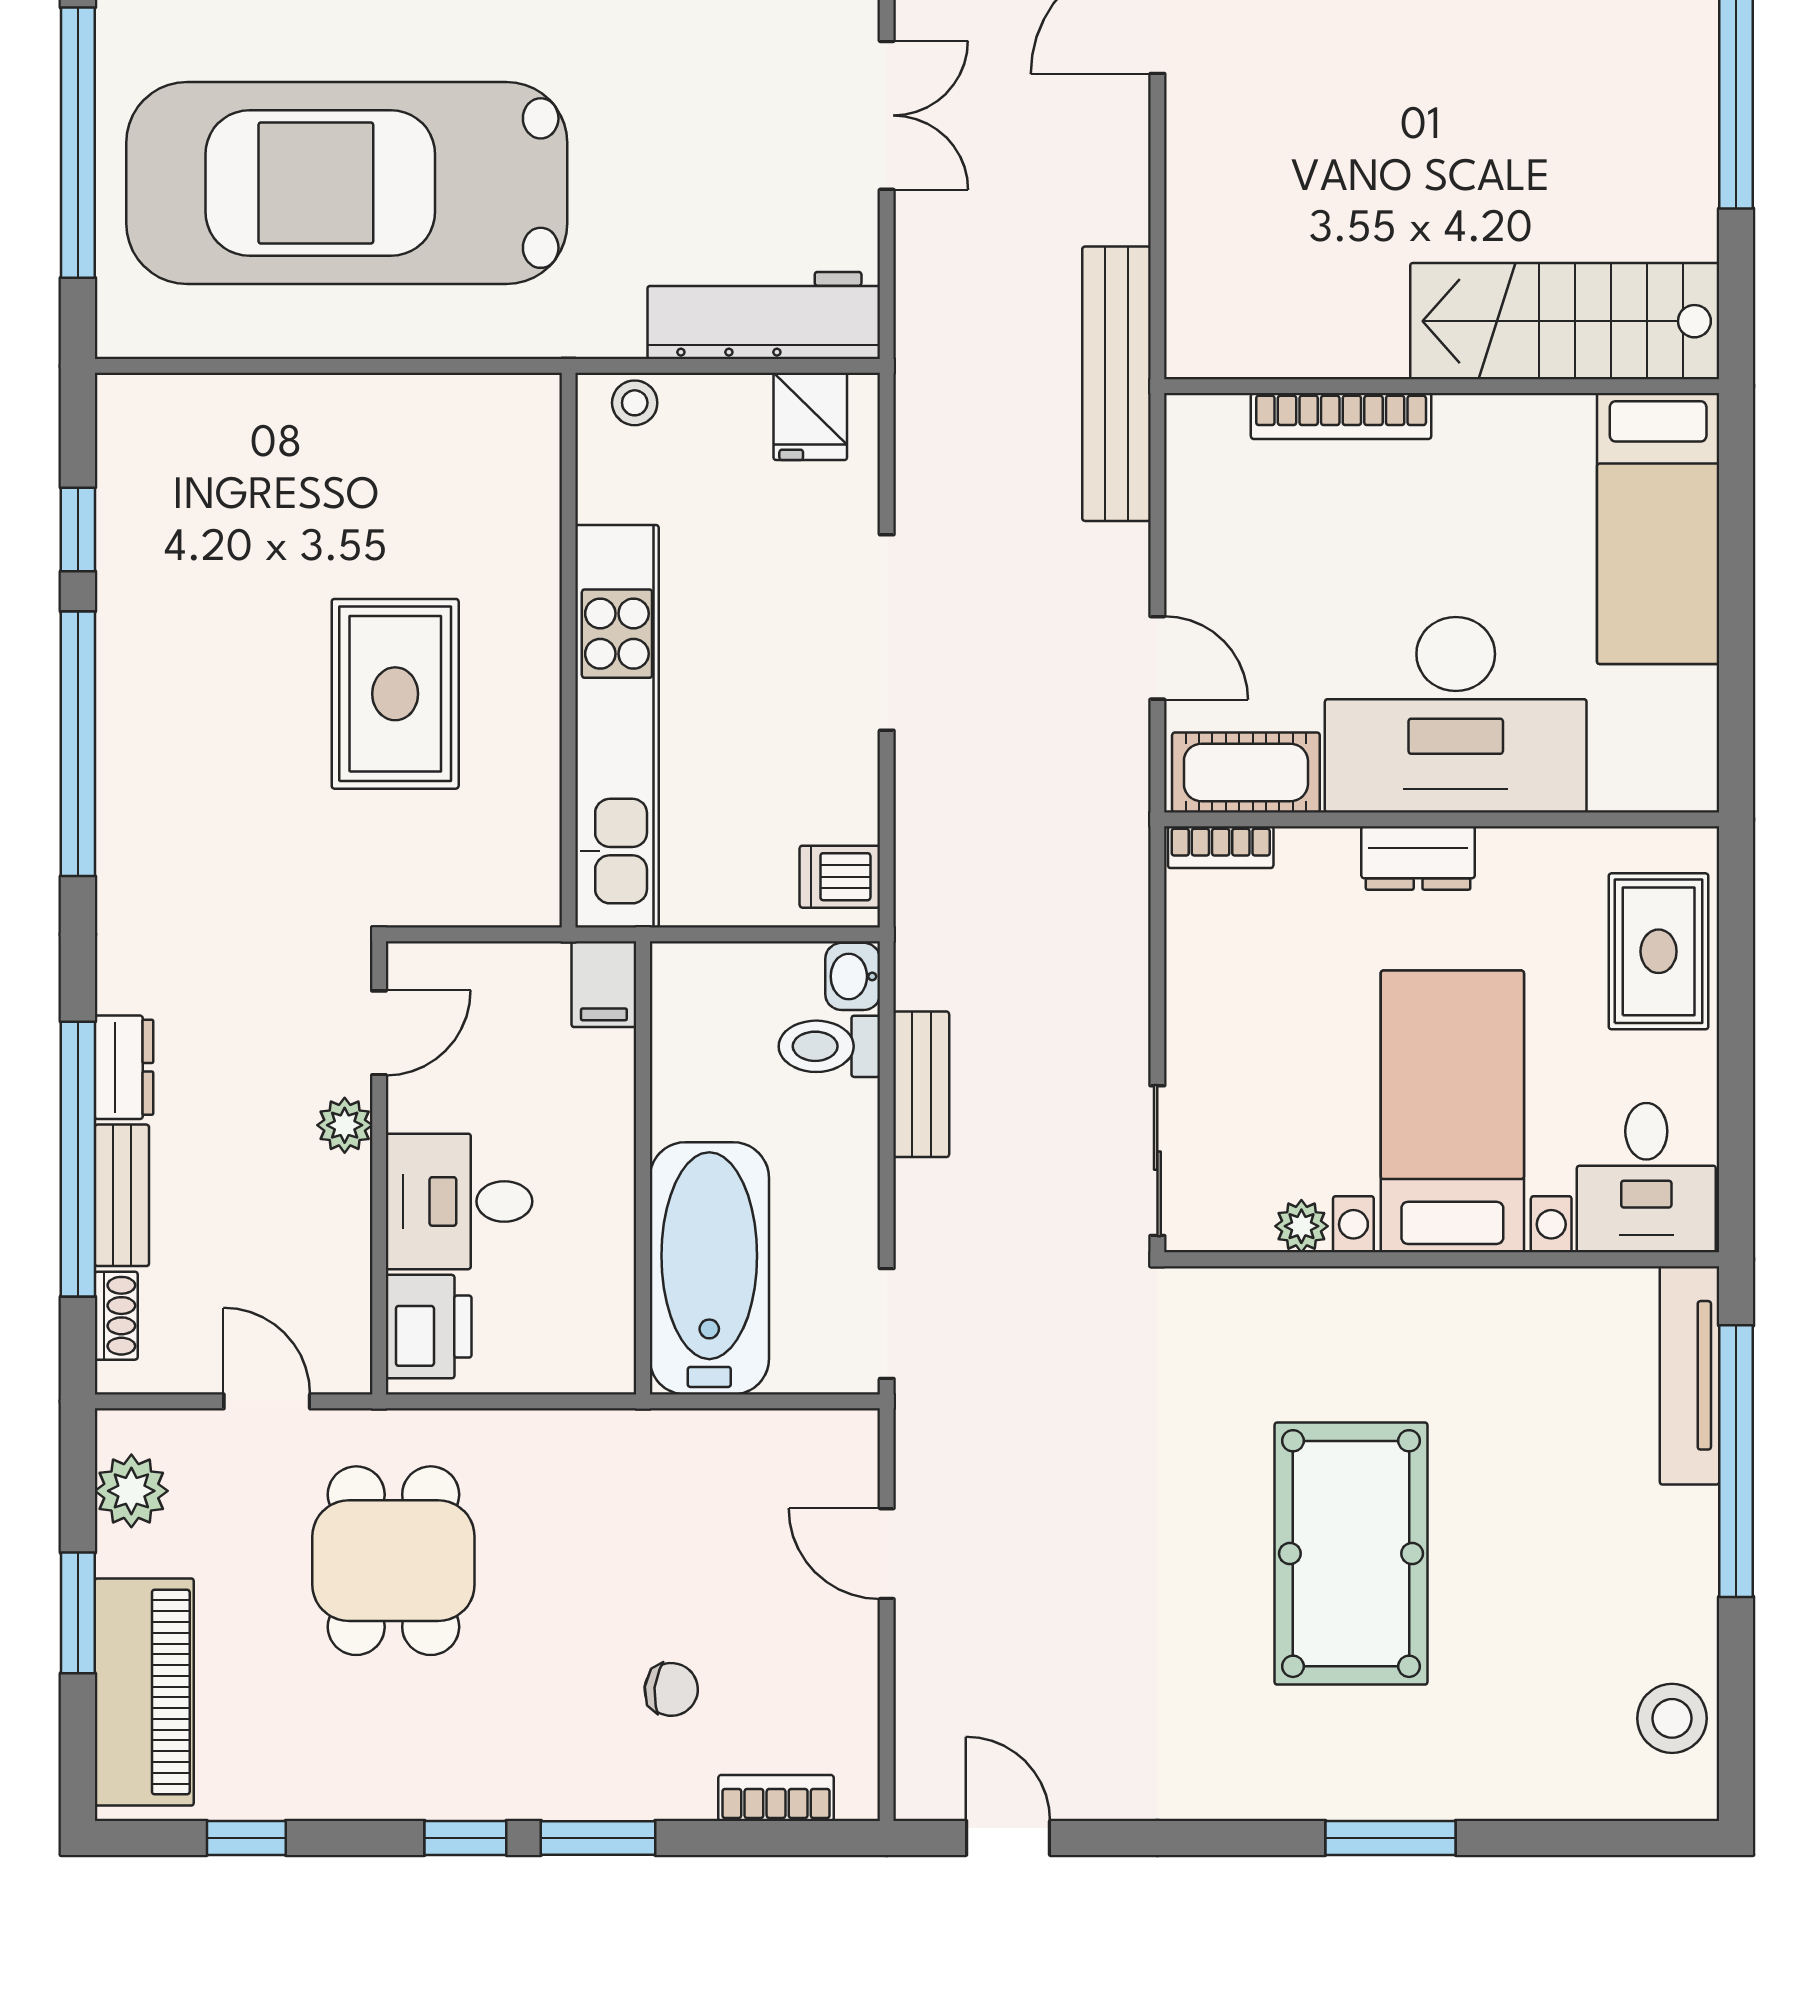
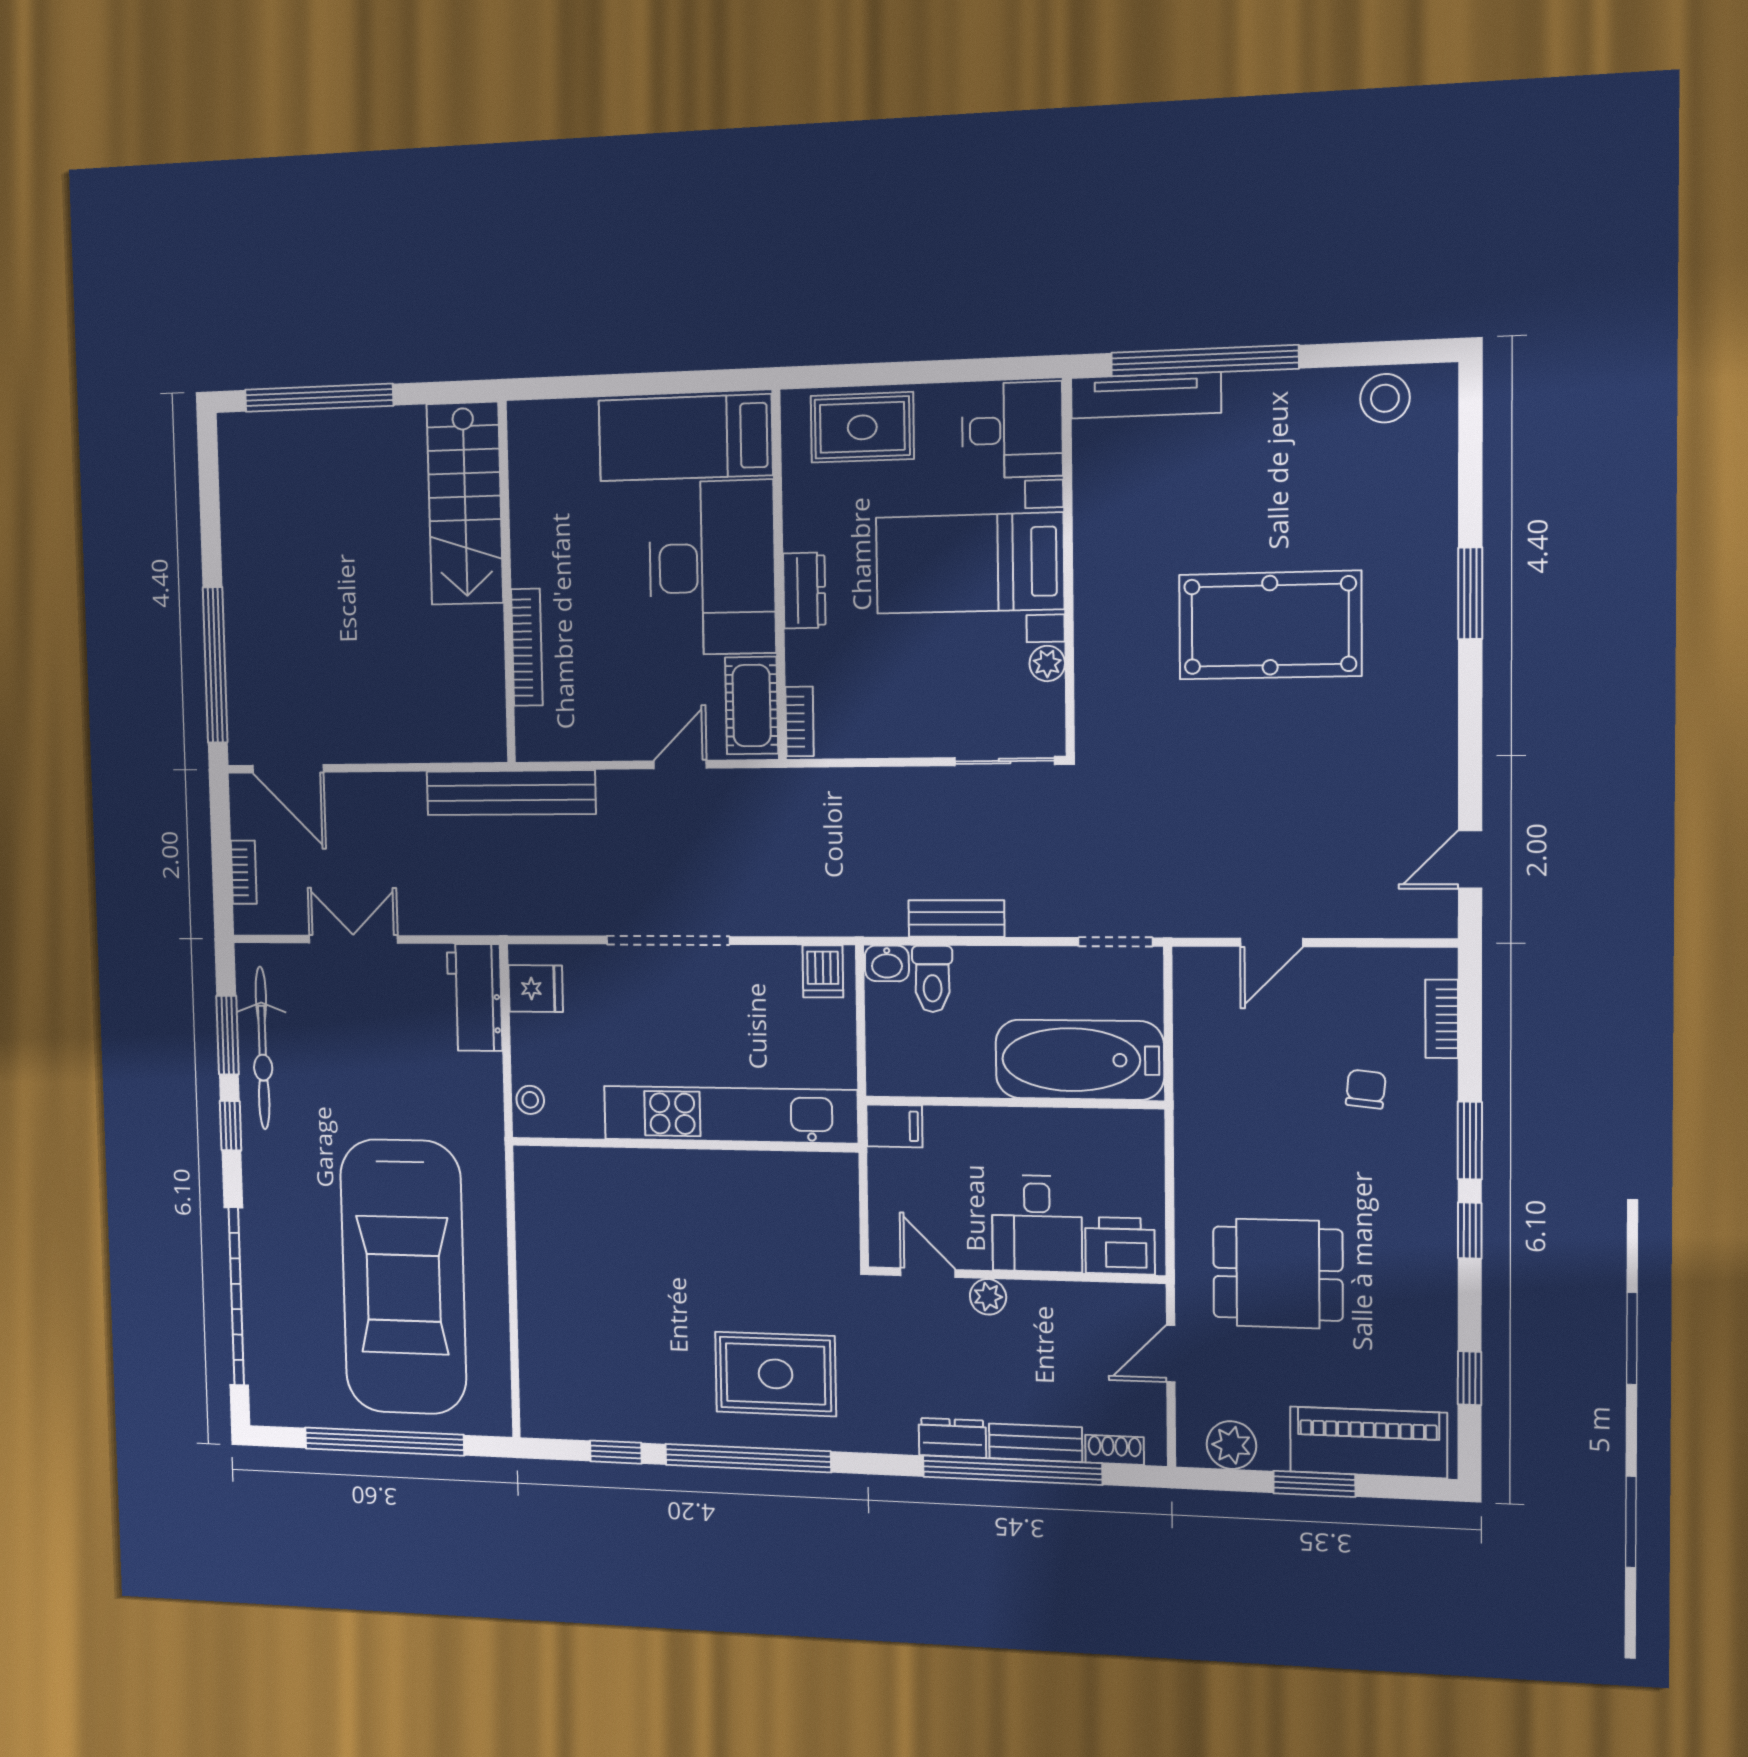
workbench: (764, 315) -> (475, 997), width x0.73
bed: (1658, 529) -> (685, 438), moved, turned 180
rug: (395, 694) -> (776, 1374), moved

